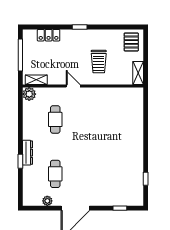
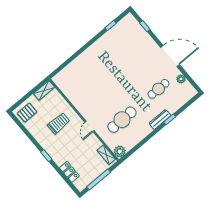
cafe table: (55, 119) -> (122, 120), width x1.37, depth x1.35

